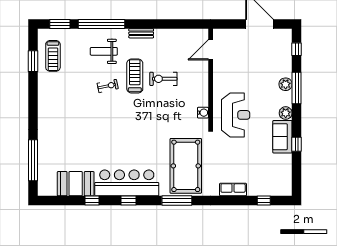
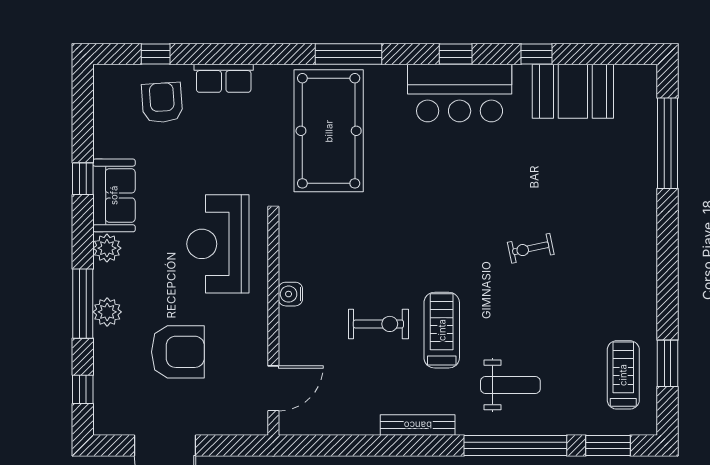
bench: (141, 33) -> (418, 425), width x1.36
armchair: (254, 66) -> (178, 352), added
treadmill: (135, 76) -> (442, 330), turned 180
exercise bike: (108, 86) -> (531, 248), moved
water cooler: (203, 113) -> (290, 294), moved
armchair: (261, 179) -> (162, 103), added
bar counter: (127, 183) -> (460, 93), width x0.73

